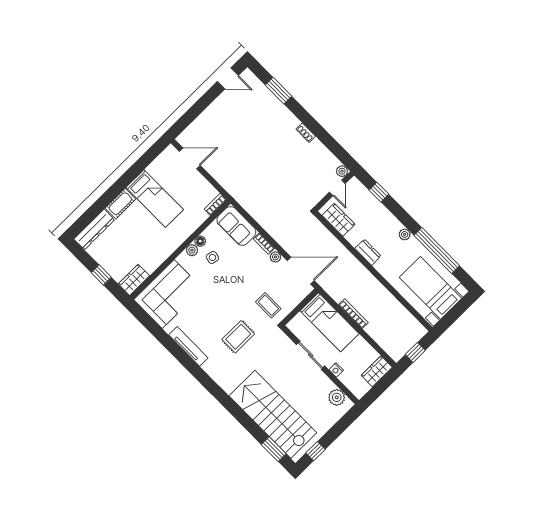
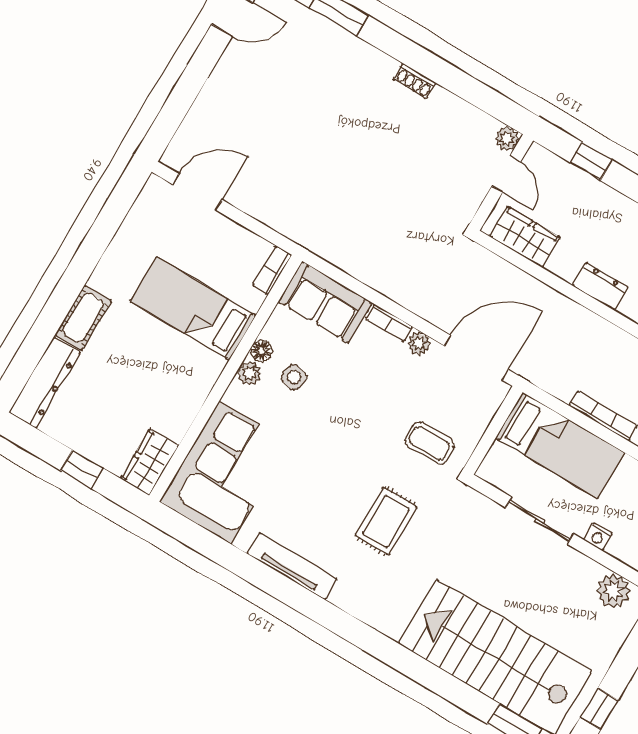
bed: (155, 199) -> (193, 308), moved, turned 180

